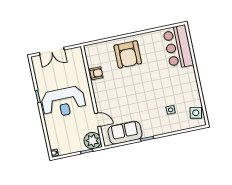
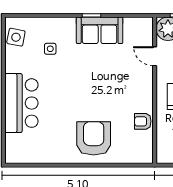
bar counter: (178, 47) -> (21, 103), moved
sofa: (125, 133) -> (100, 30), moved

